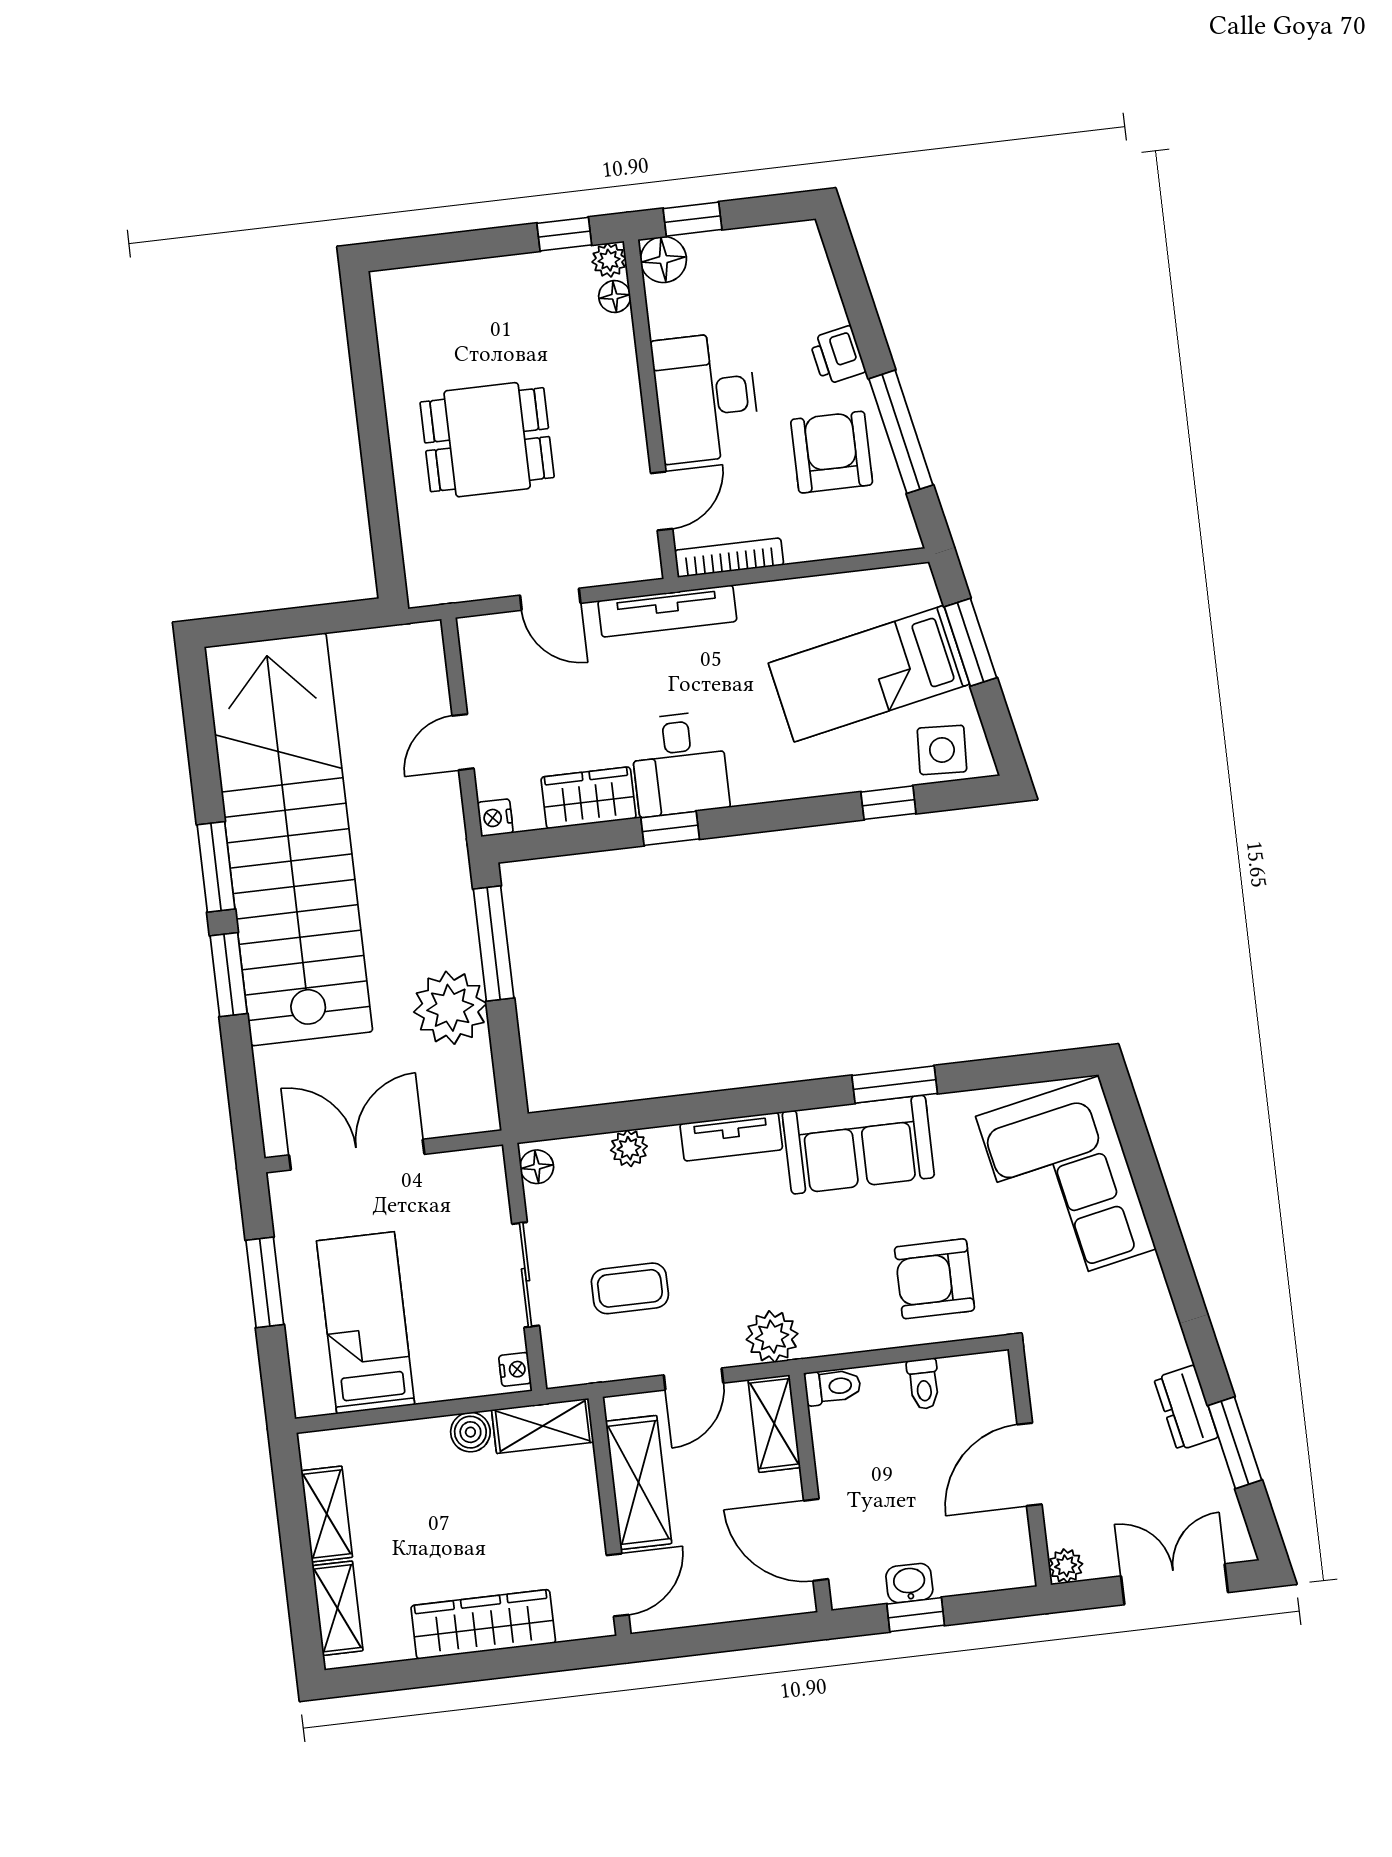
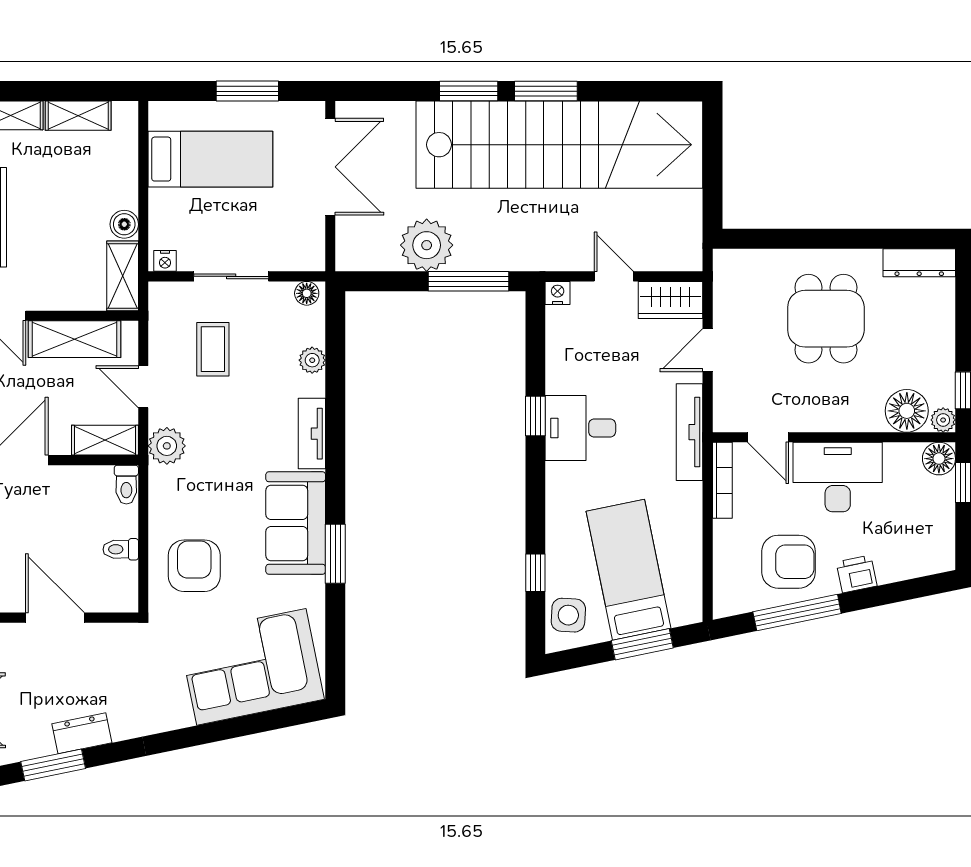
floor lamp: (615, 297) -> (907, 411), width x1.89, depth x1.89
dresser: (394, 319) -> (919, 263), added
wardrobe: (588, 798) -> (671, 300), moved, turned 90

